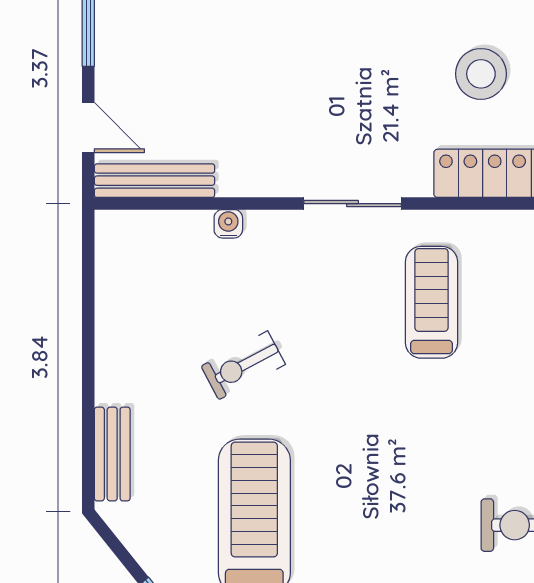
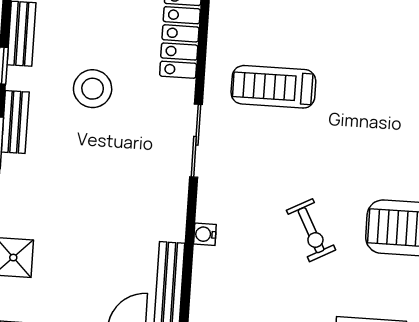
stool: (481, 74) -> (93, 89), moved

